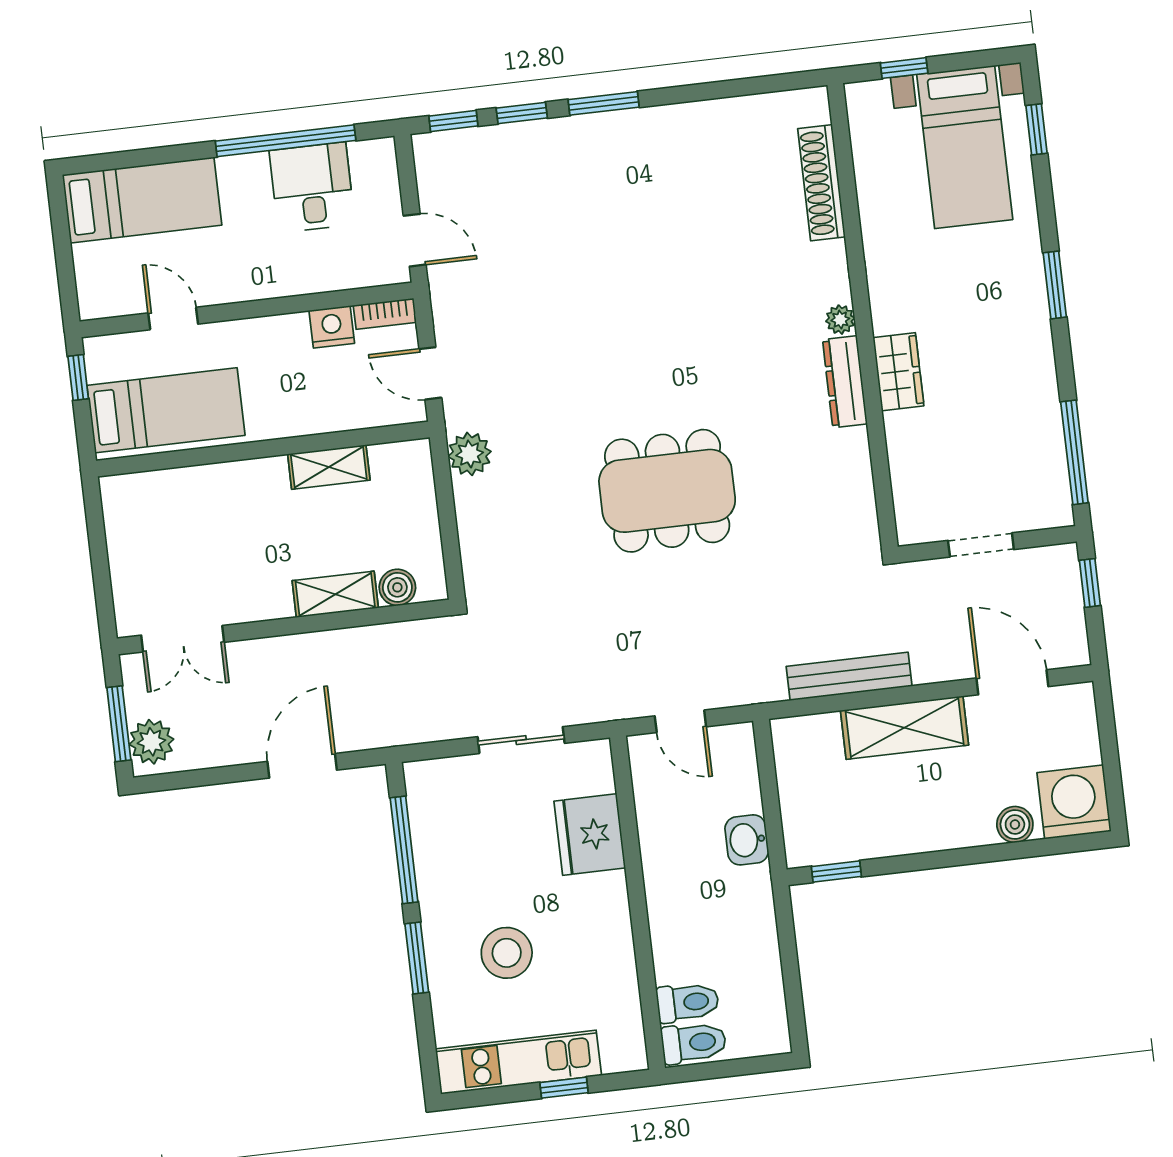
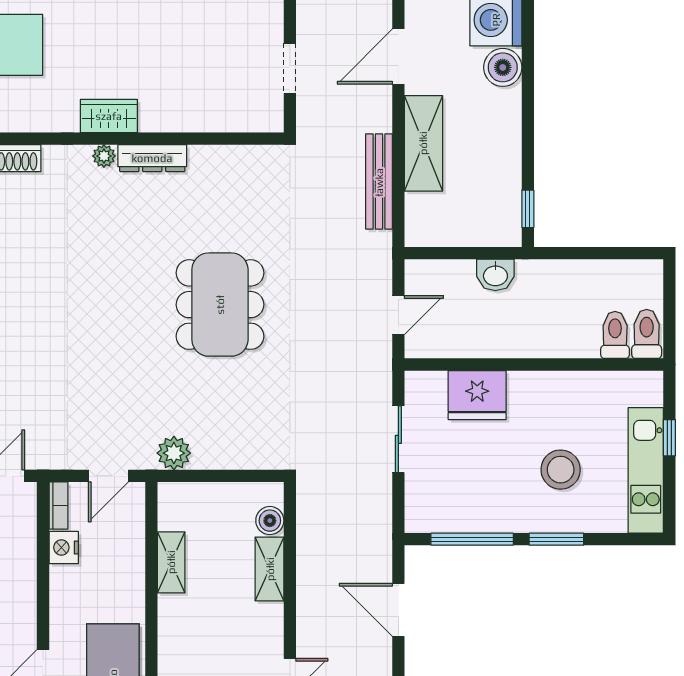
wardrobe: (898, 372) -> (109, 116), moved
boiler: (1015, 825) -> (503, 67), width x1.36, depth x1.36

